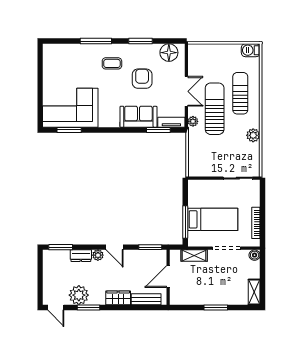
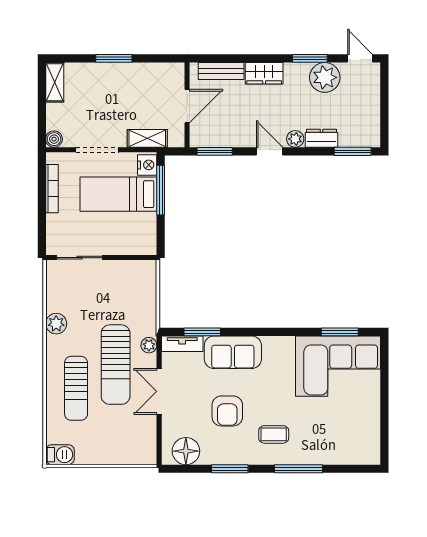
nightstand: (194, 238) -> (147, 165), added

